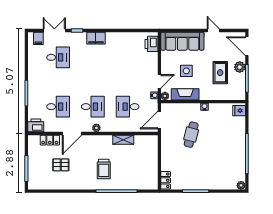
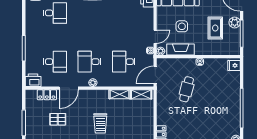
desk: (93, 107) -> (89, 62), turned 180
shelving: (145, 140) -> (141, 94), added

